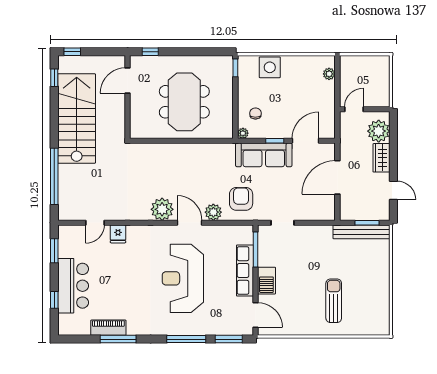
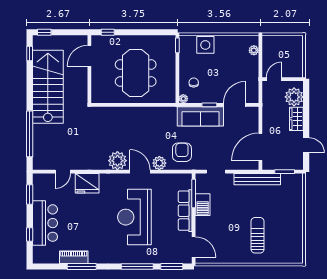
door: (337, 177) -> (260, 147), moved
bench: (361, 232) -> (257, 179), moved
fridge: (118, 234) -> (87, 183), width x1.88, depth x1.34
barbecue: (266, 281) -> (203, 205), moved

